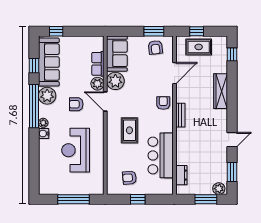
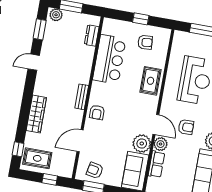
armchair: (155, 47) -> (95, 170), turned -72
rug: (199, 47) -> (37, 158), moved
rug: (129, 130) -> (151, 81), moved

